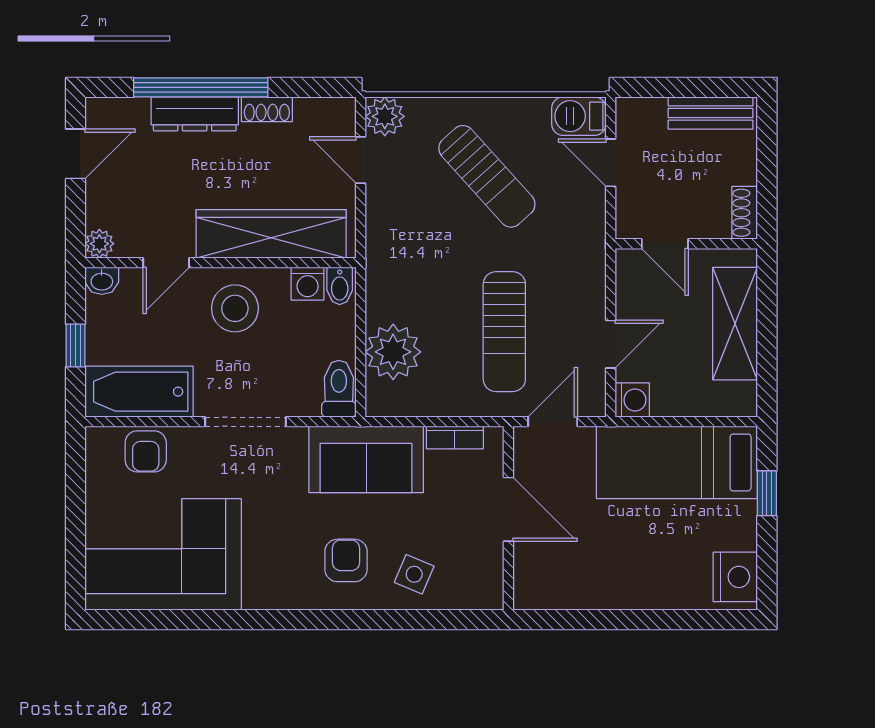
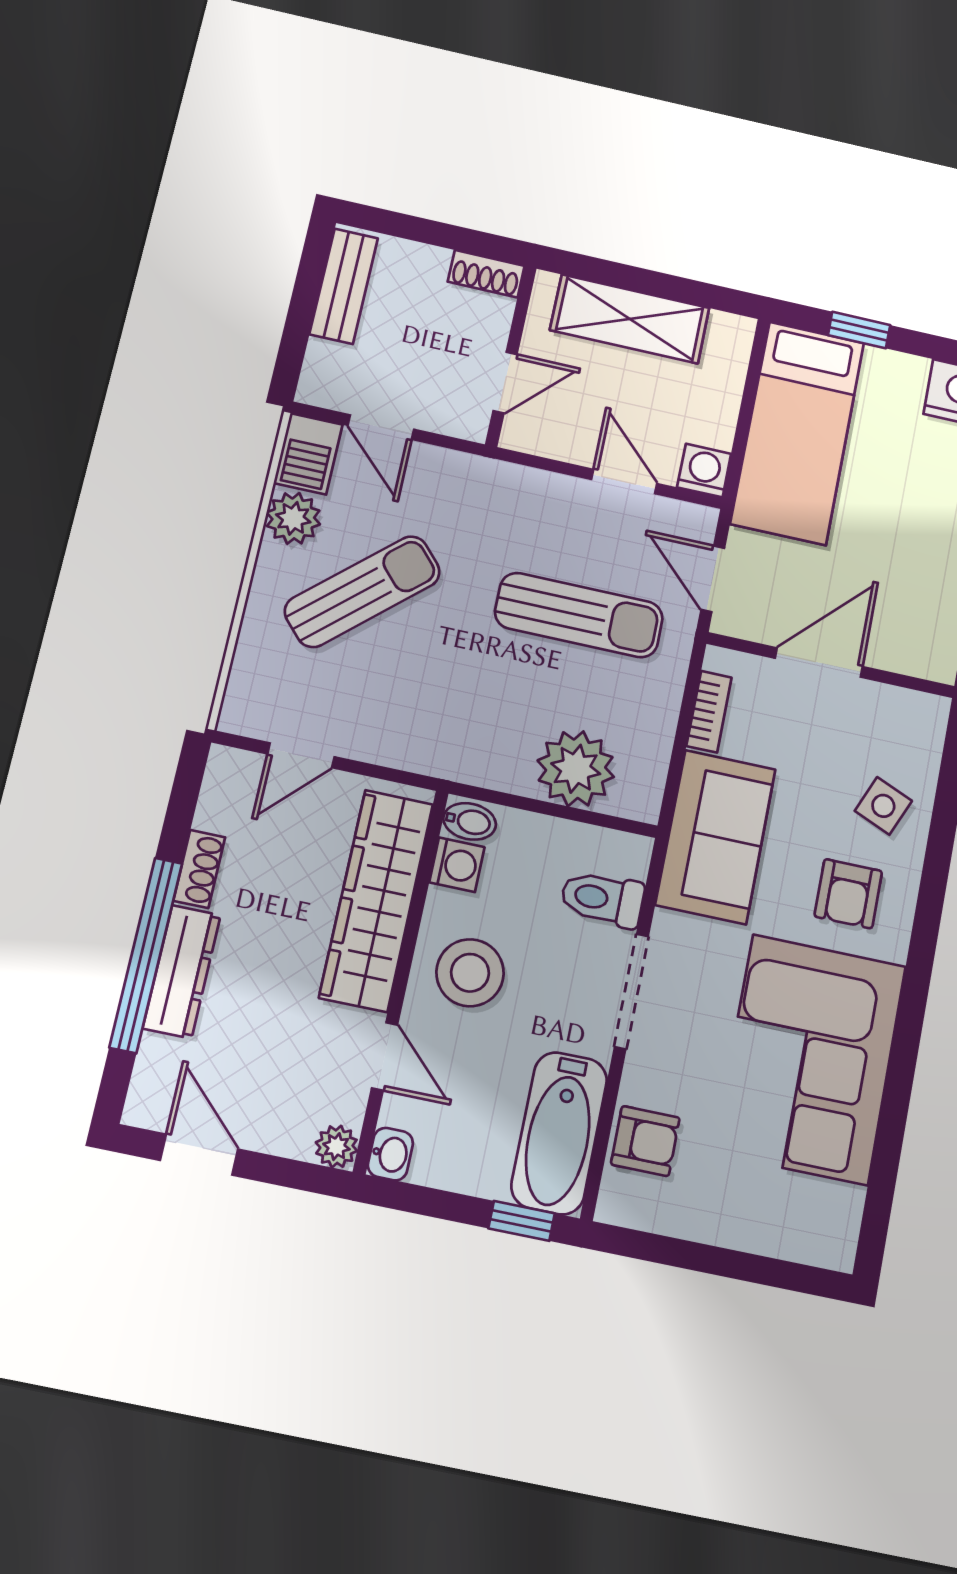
plant: (385, 116) -> (293, 518), moved
door: (611, 163) -> (381, 427), hinge flipped
window: (76, 346) -> (522, 1221), moved
toilet: (339, 389) -> (602, 899), moved
corner sofa: (163, 554) -> (810, 1059), moved
armchair: (346, 560) -> (848, 894), turned -90

